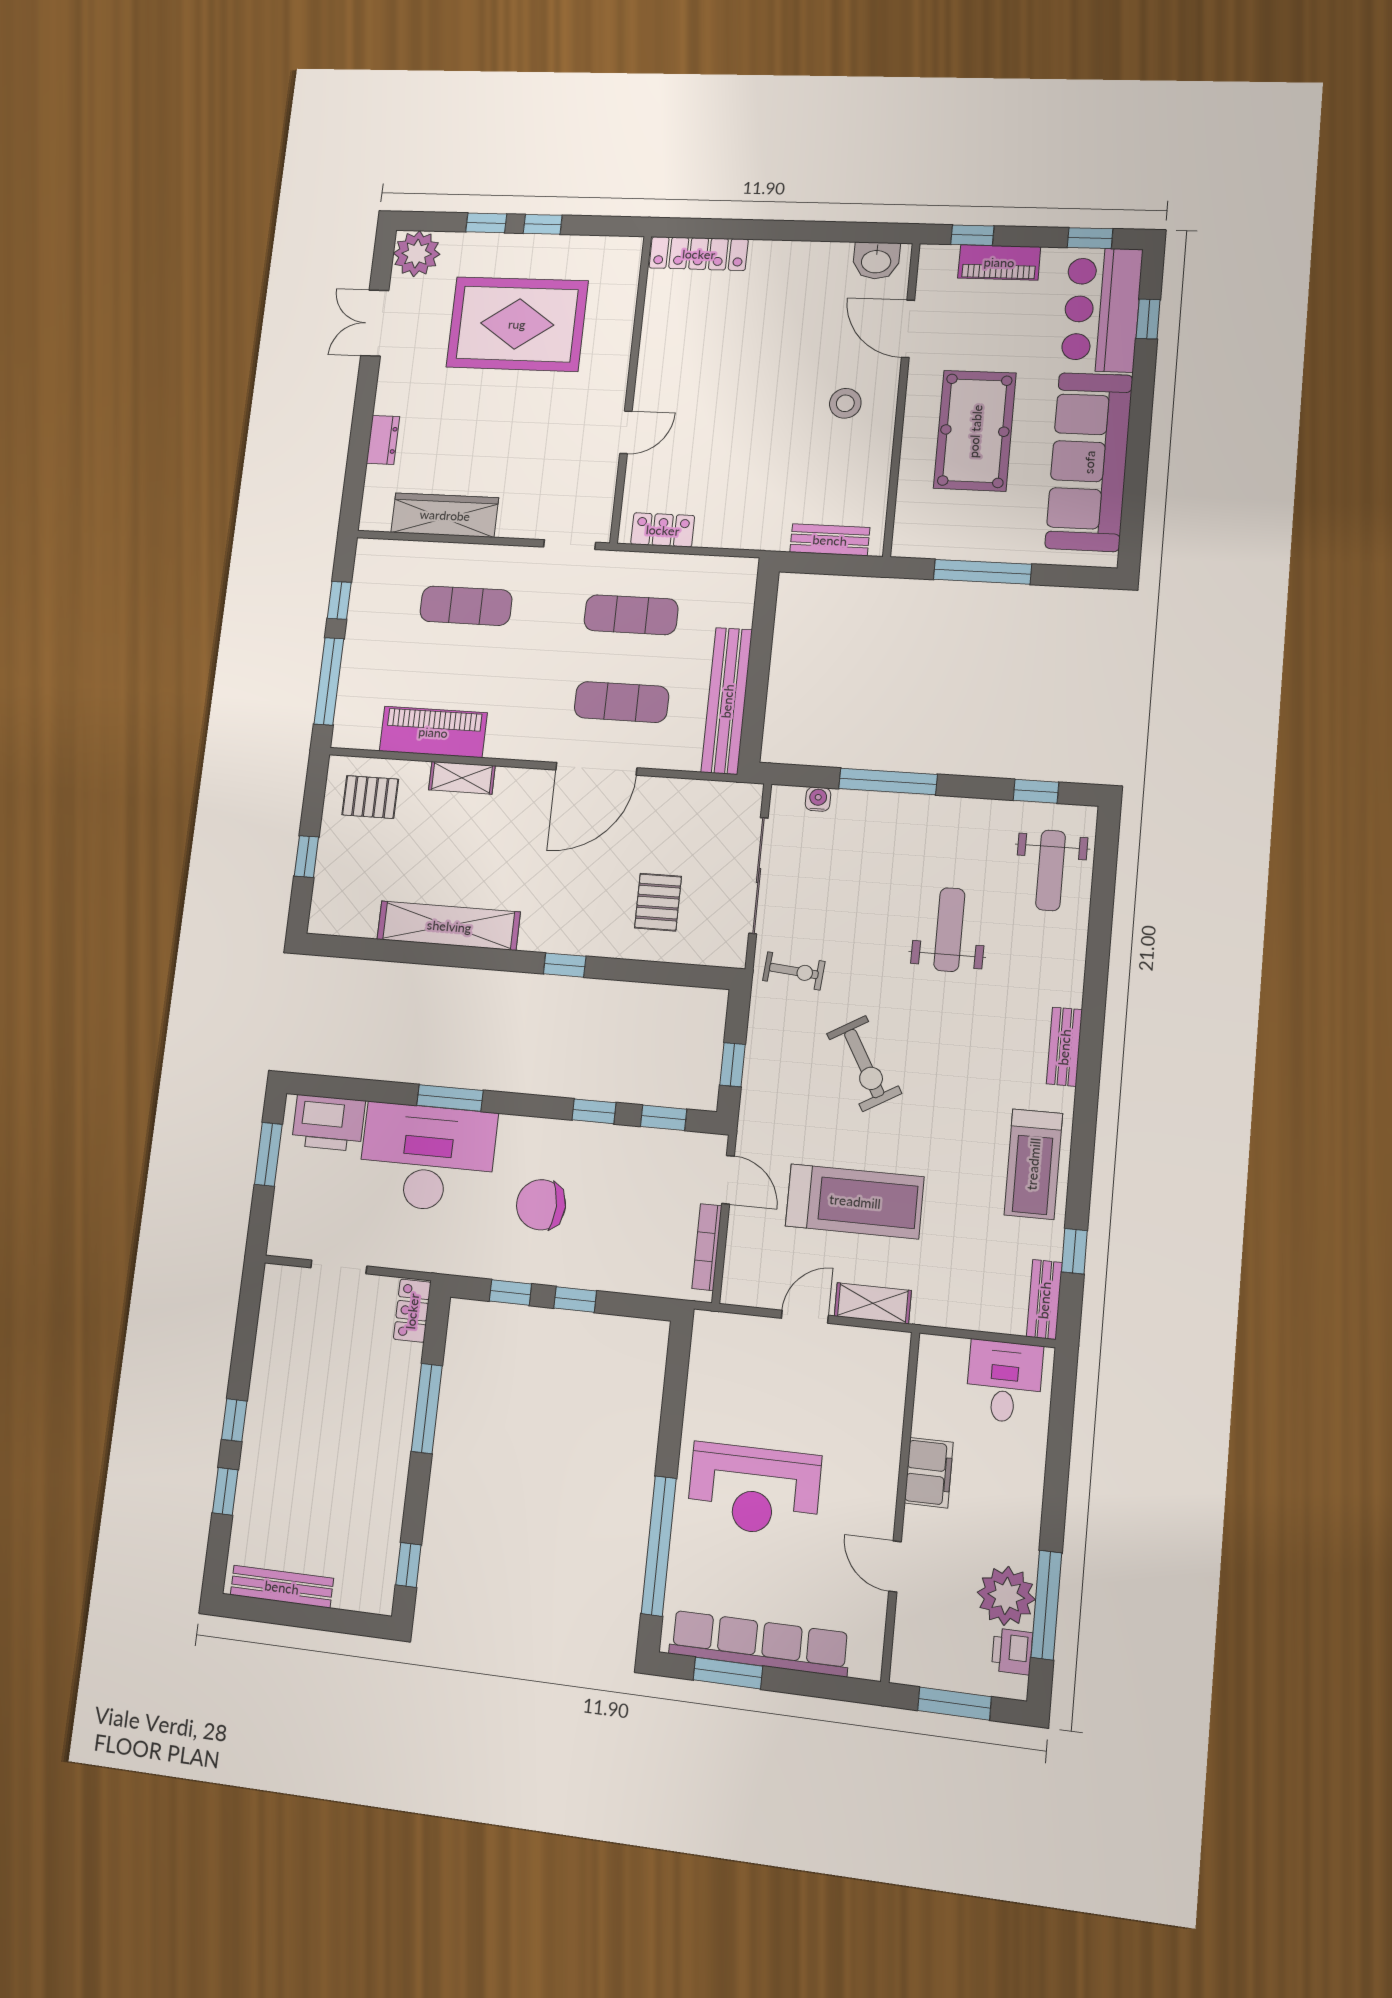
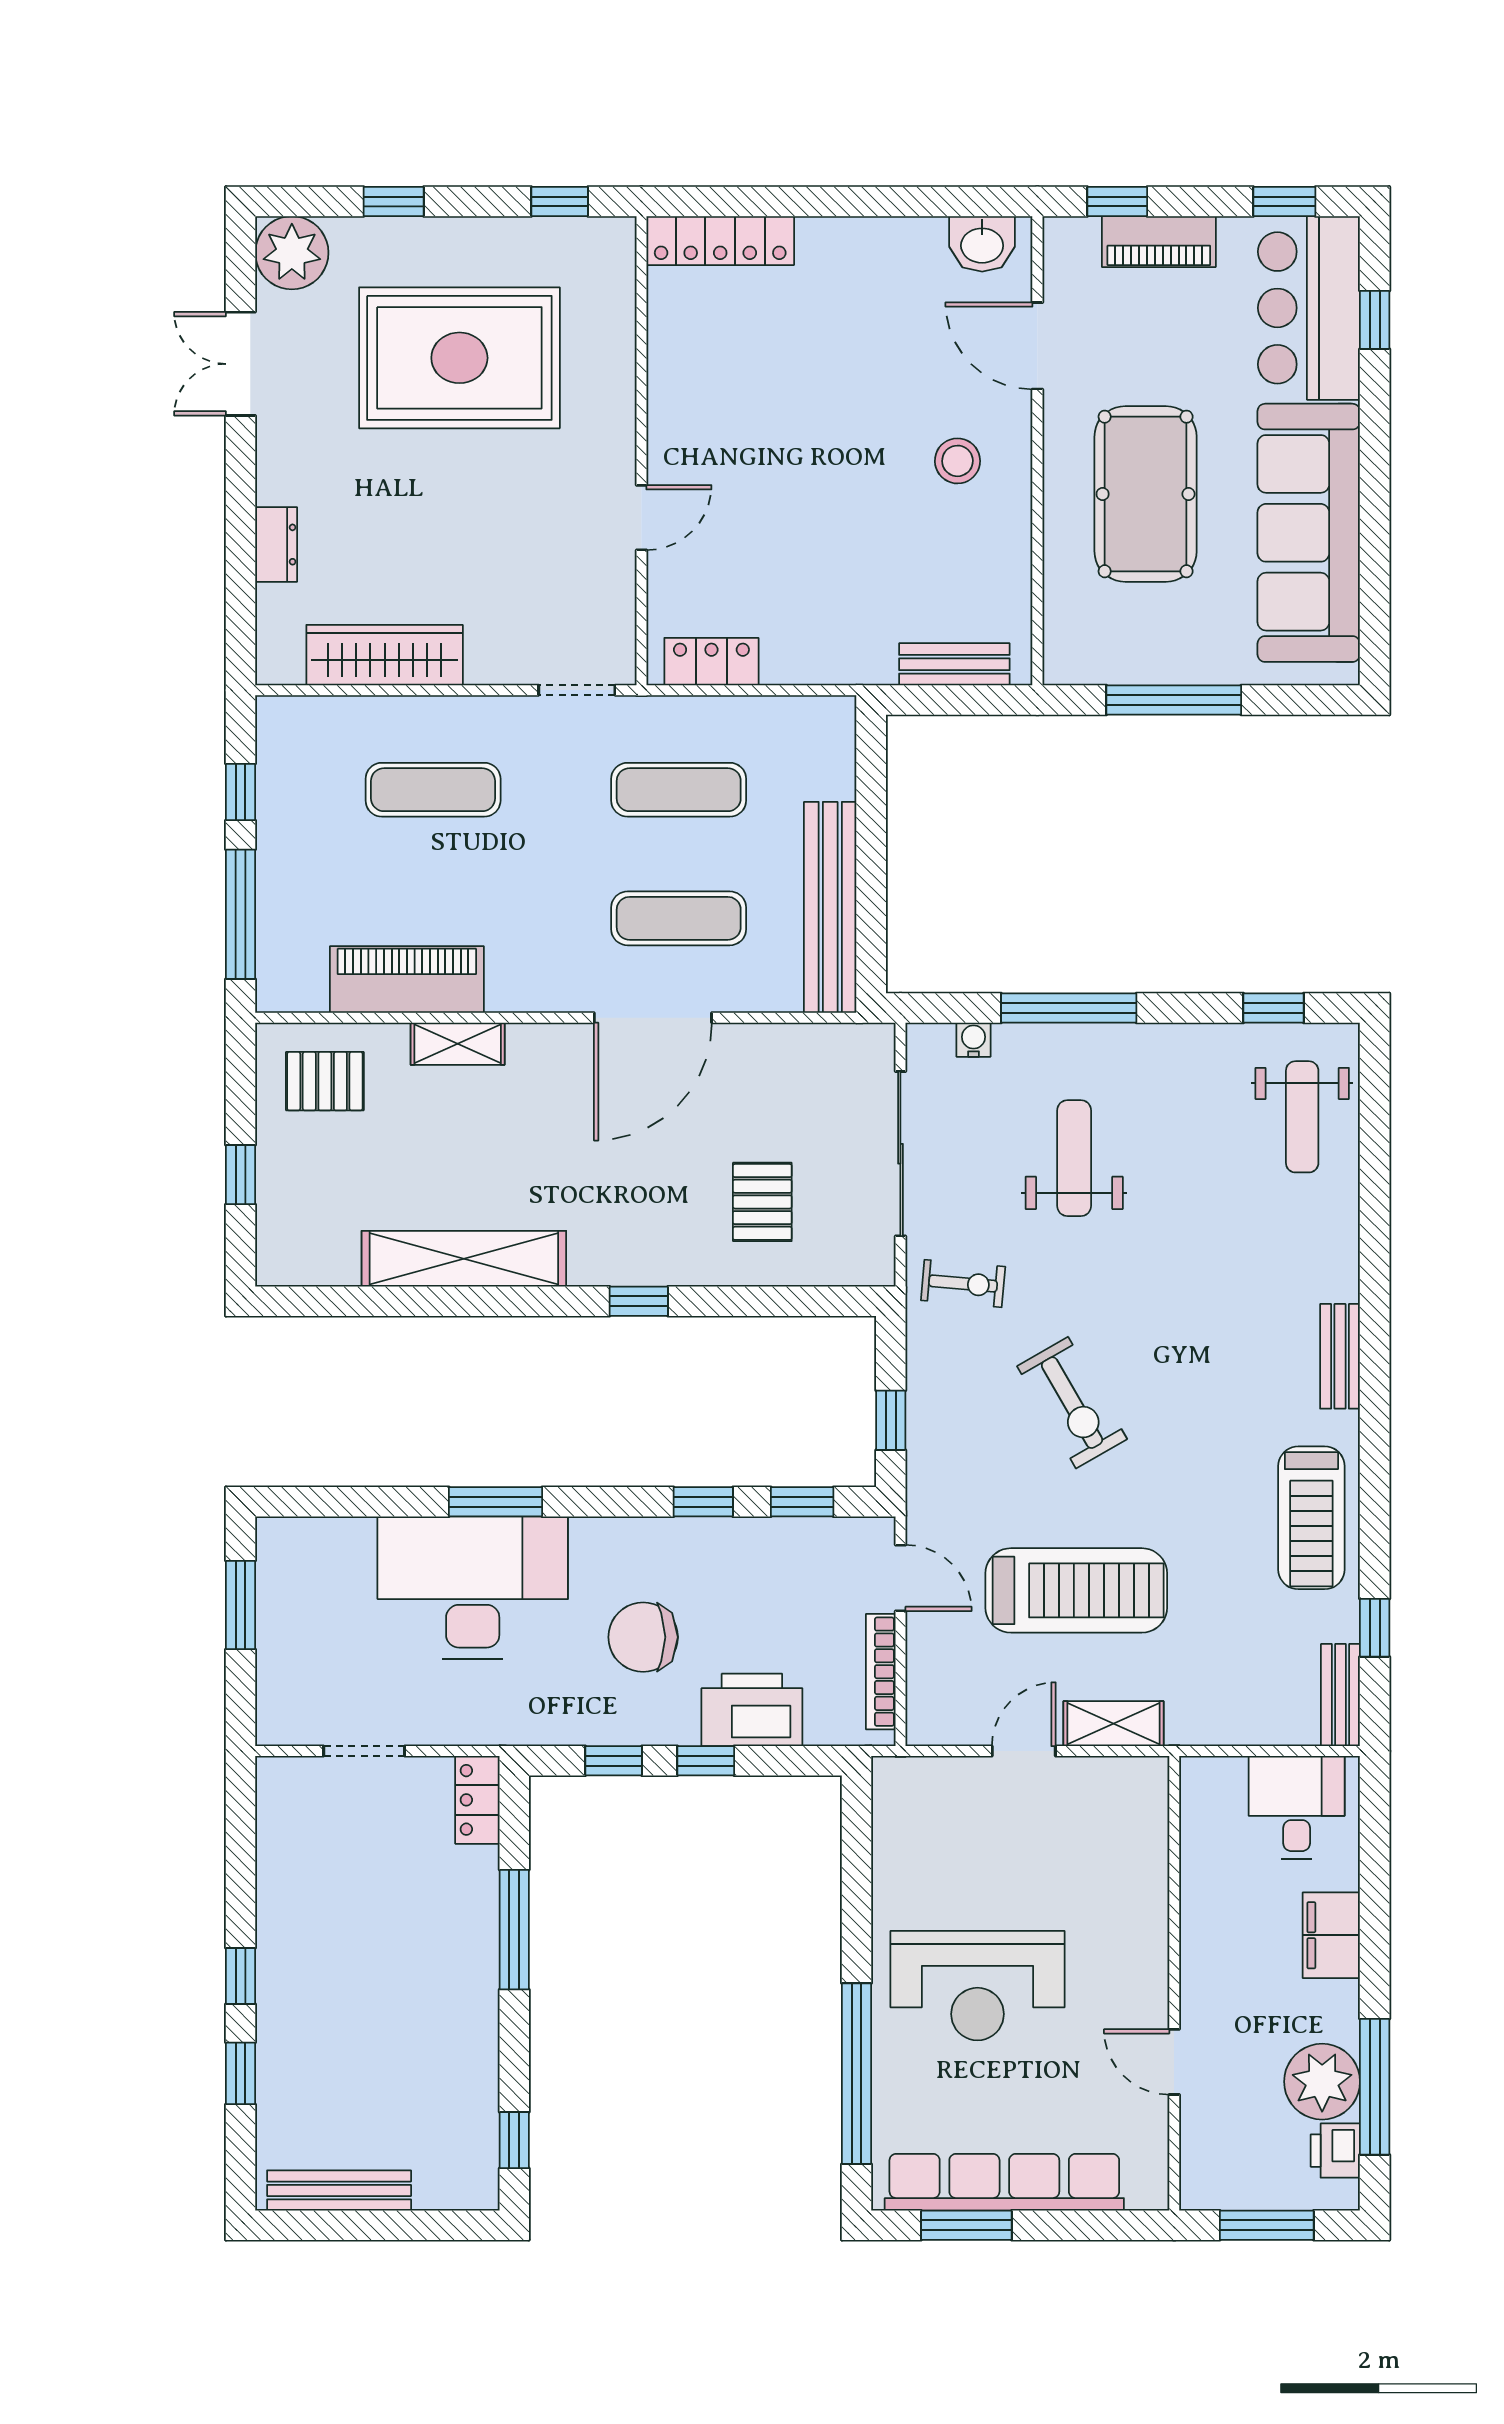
window: (543, 224) -> (560, 201), moved
weight bench: (949, 930) -> (1074, 1158), moved
printer: (328, 1123) -> (752, 1710), moved, turned 180
filing cabinet: (929, 1473) -> (1331, 1935), moved, turned 180

